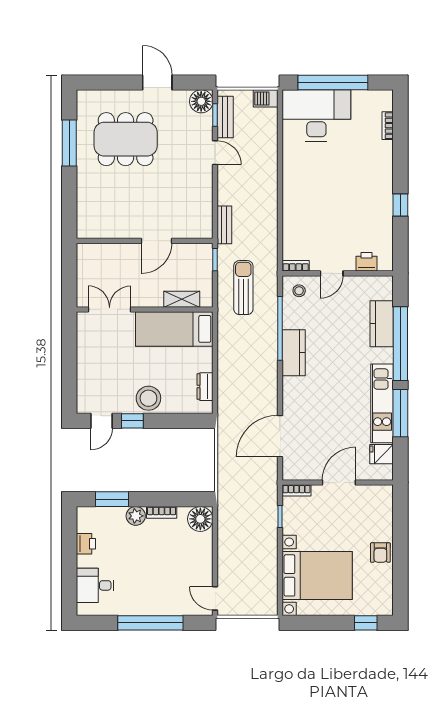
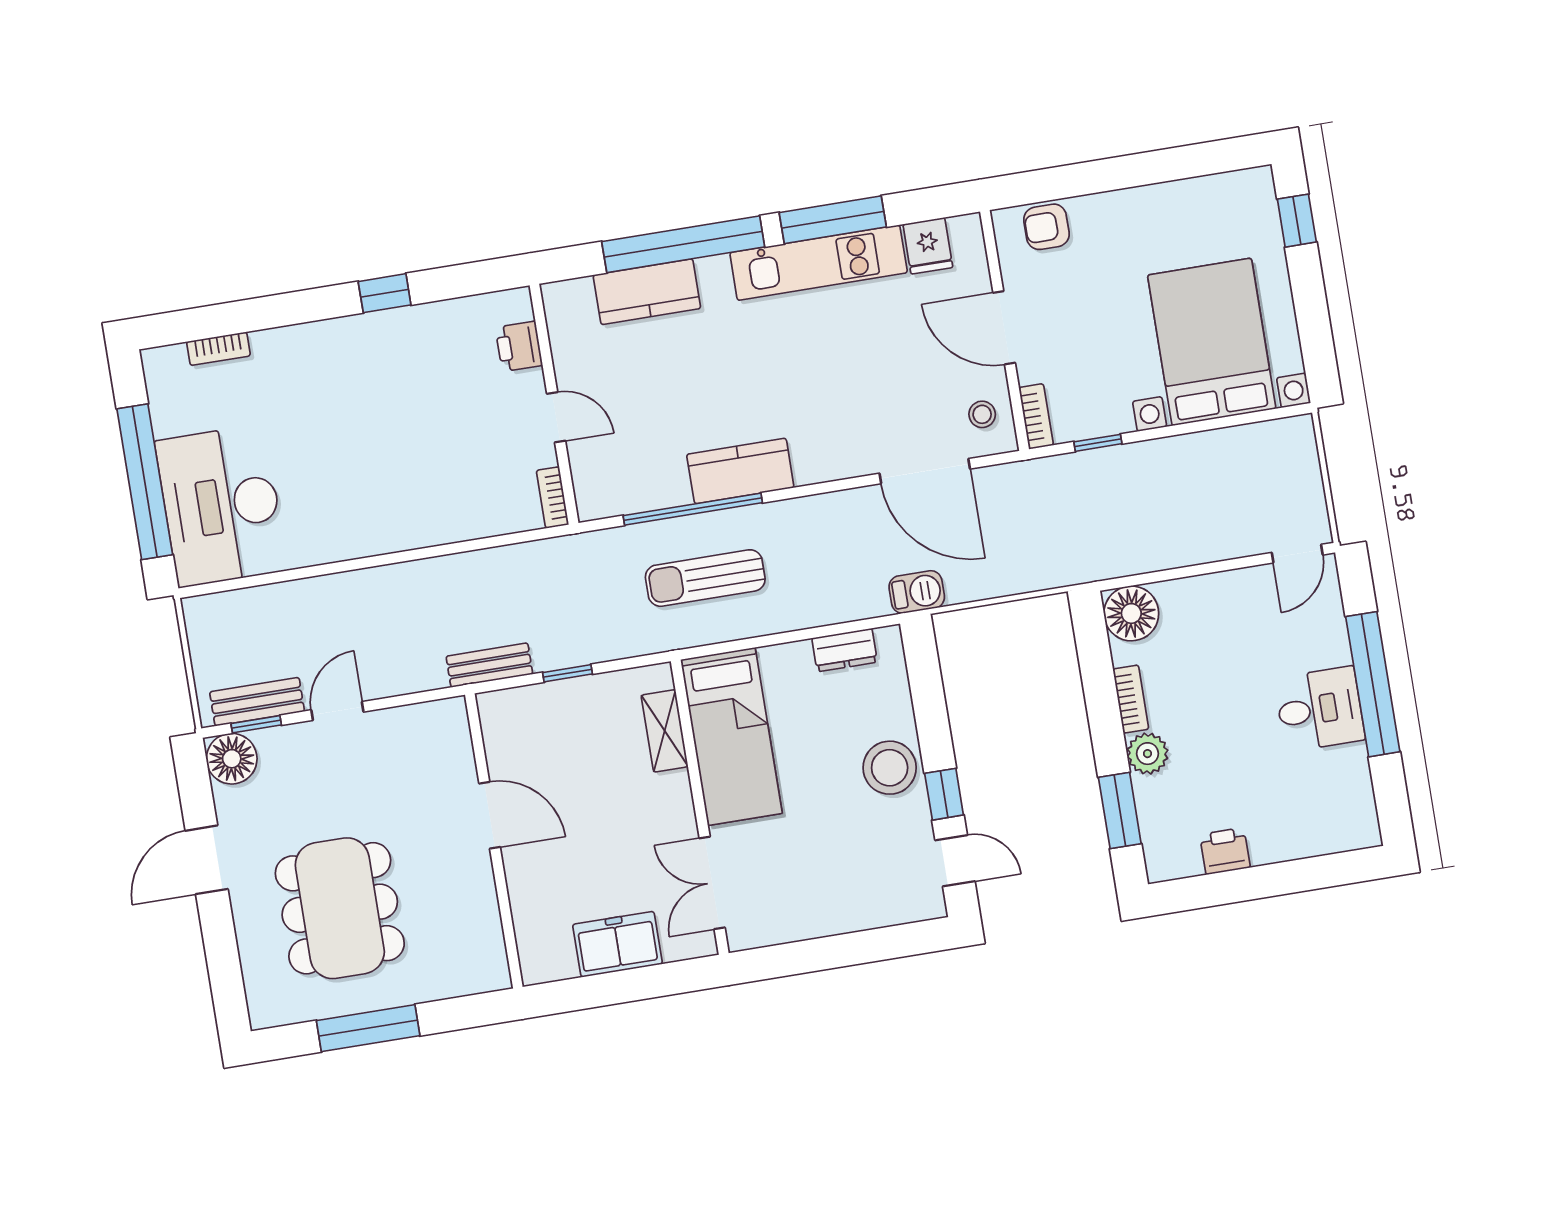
barbecue: (266, 98) -> (917, 592), moved, turned -90
wall: (145, 241) -> (494, 841), moved
door: (157, 241) -> (490, 815), moved
freezer: (89, 262) -> (617, 944), added
sun lounger: (243, 288) -> (705, 578), moved
stool: (299, 291) -> (982, 414), moved
armchair: (380, 553) -> (1046, 227), moved, turned 180
desk: (95, 585) -> (1320, 709), moved, turned -90

